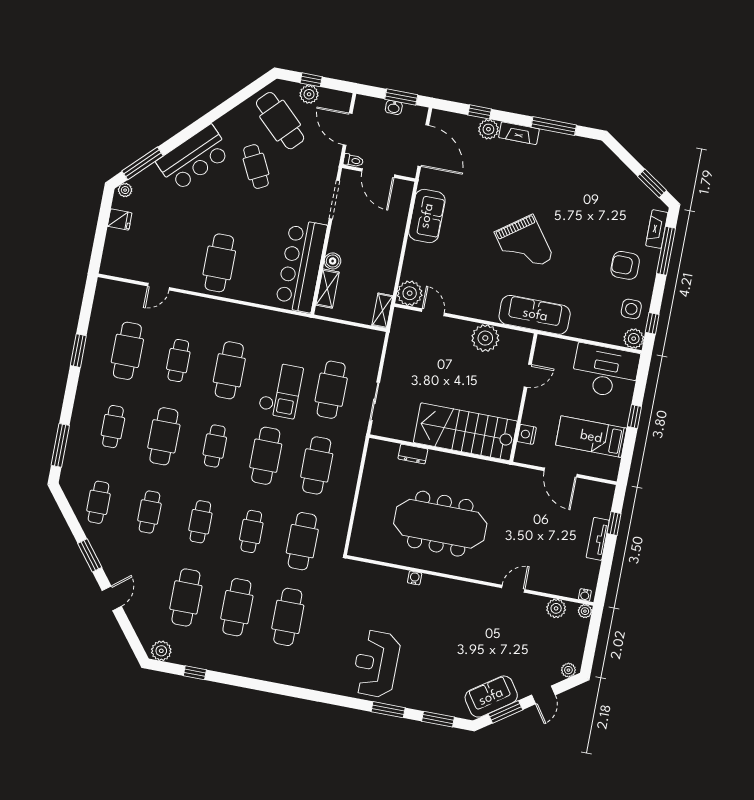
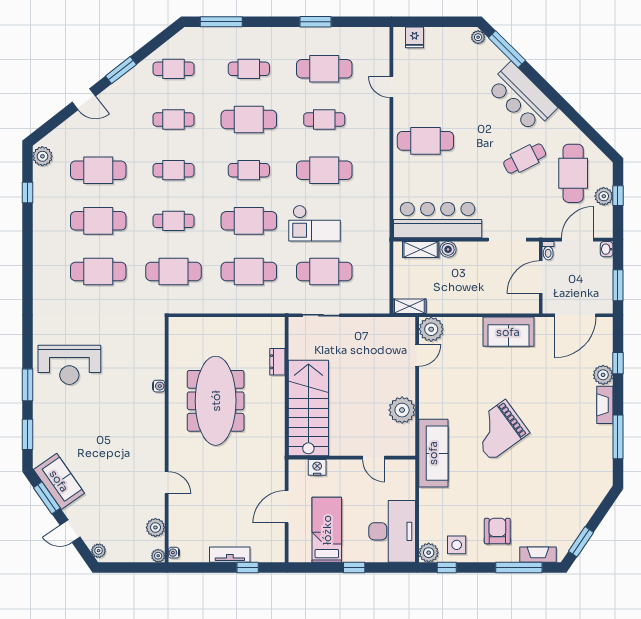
washbasin: (394, 107) -> (607, 249), moved
cafe table: (280, 121) -> (573, 173), turned -44
fridge: (120, 220) -> (414, 37), moved
reception desk: (376, 664) -> (69, 365), turned 180

